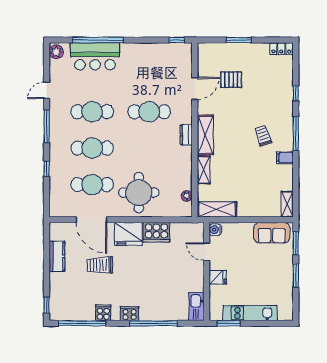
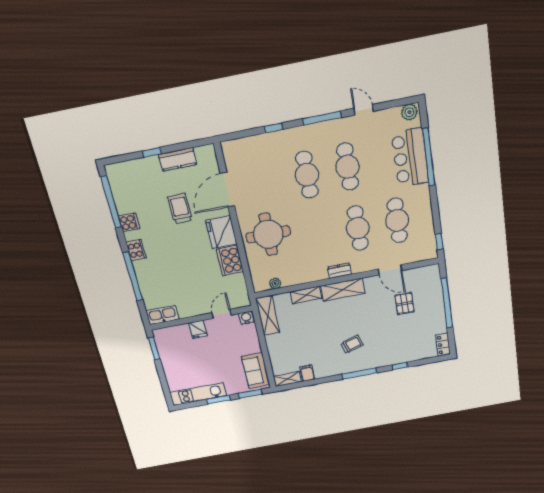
window: (239, 40) -> (447, 303), width x2.11
filing cabinet: (285, 158) -> (307, 373), moved
cafe table: (92, 185) -> (397, 220), moved
window: (47, 305) -> (152, 152), moved
kitchen unit: (250, 313) -> (198, 394), moved, turned -90

